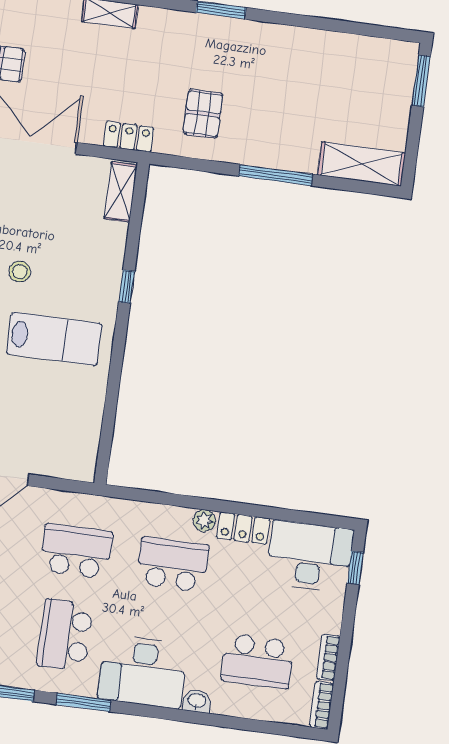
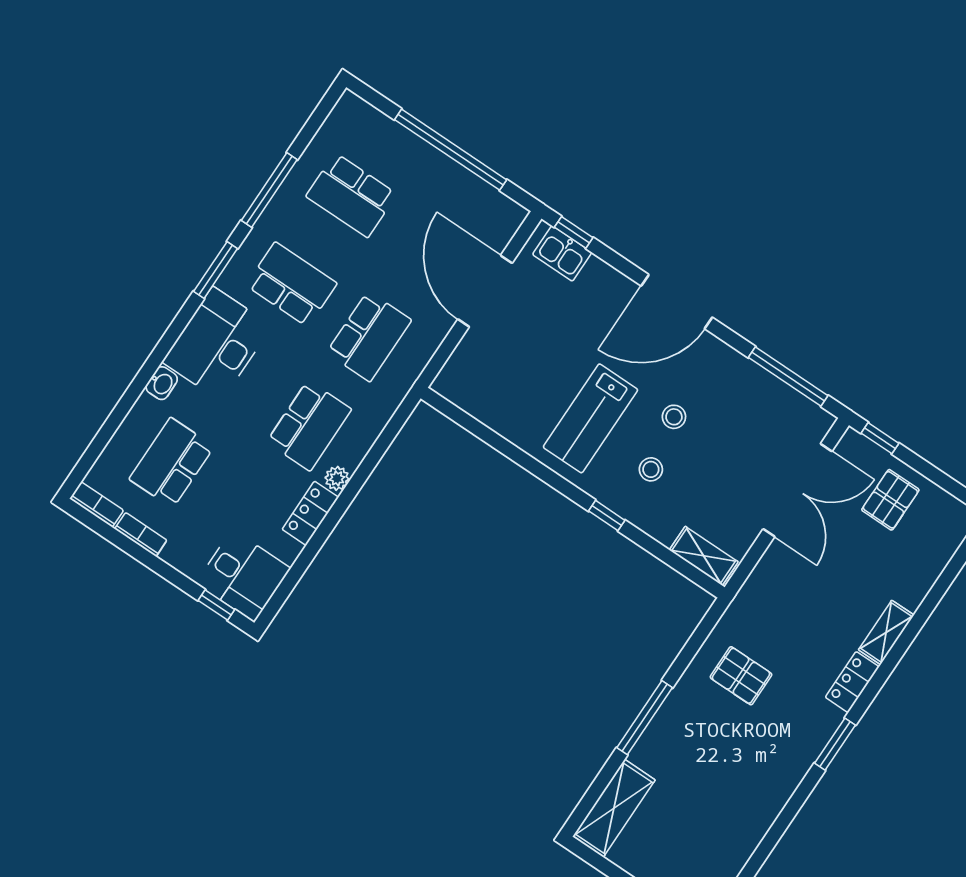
locker: (129, 137) -> (852, 682), moved, turned 180
stool: (72, 269) -> (651, 469), added
desk: (310, 556) -> (243, 576), width x0.73

